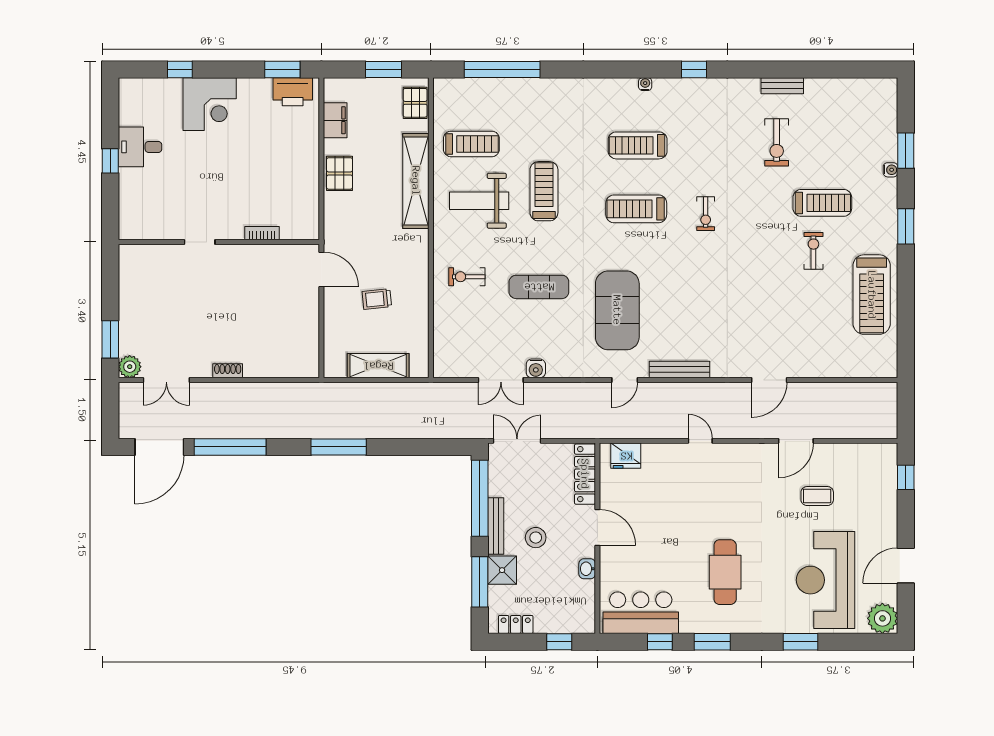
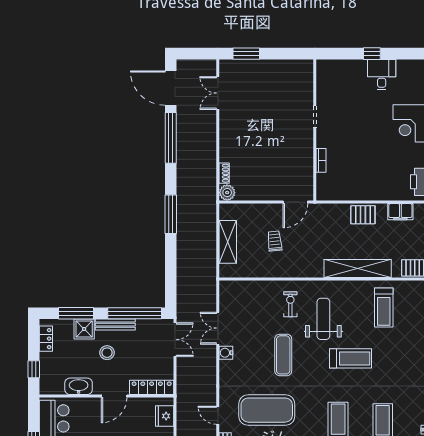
weight bench: (479, 201) -> (323, 319), moved
plant: (130, 367) -> (227, 193), moved
shoe rack: (228, 371) -> (224, 173), moved
washbasin: (587, 569) -> (79, 386), width x1.91, depth x1.45

